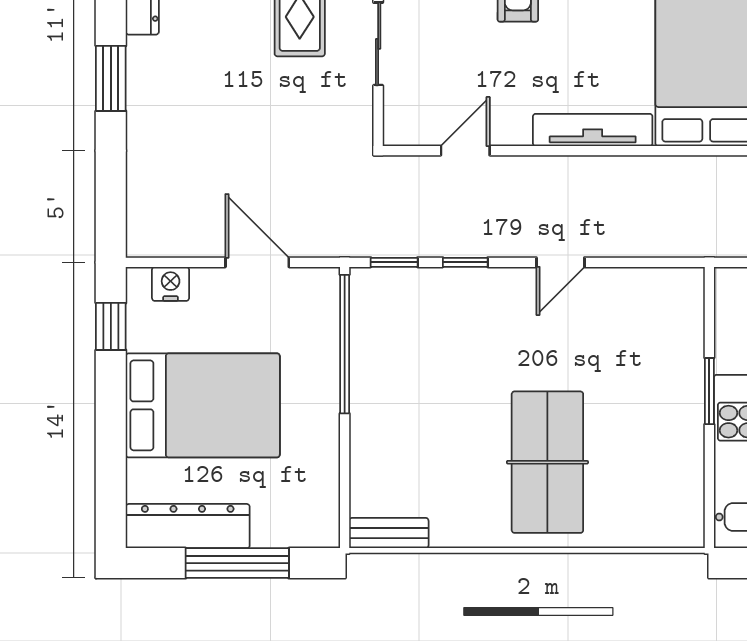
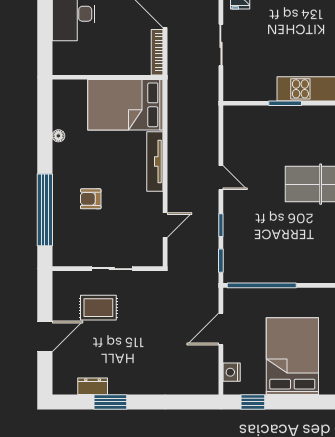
window: (111, 78) -> (110, 402), moved
door: (465, 151) -> (165, 225), swing flipped

